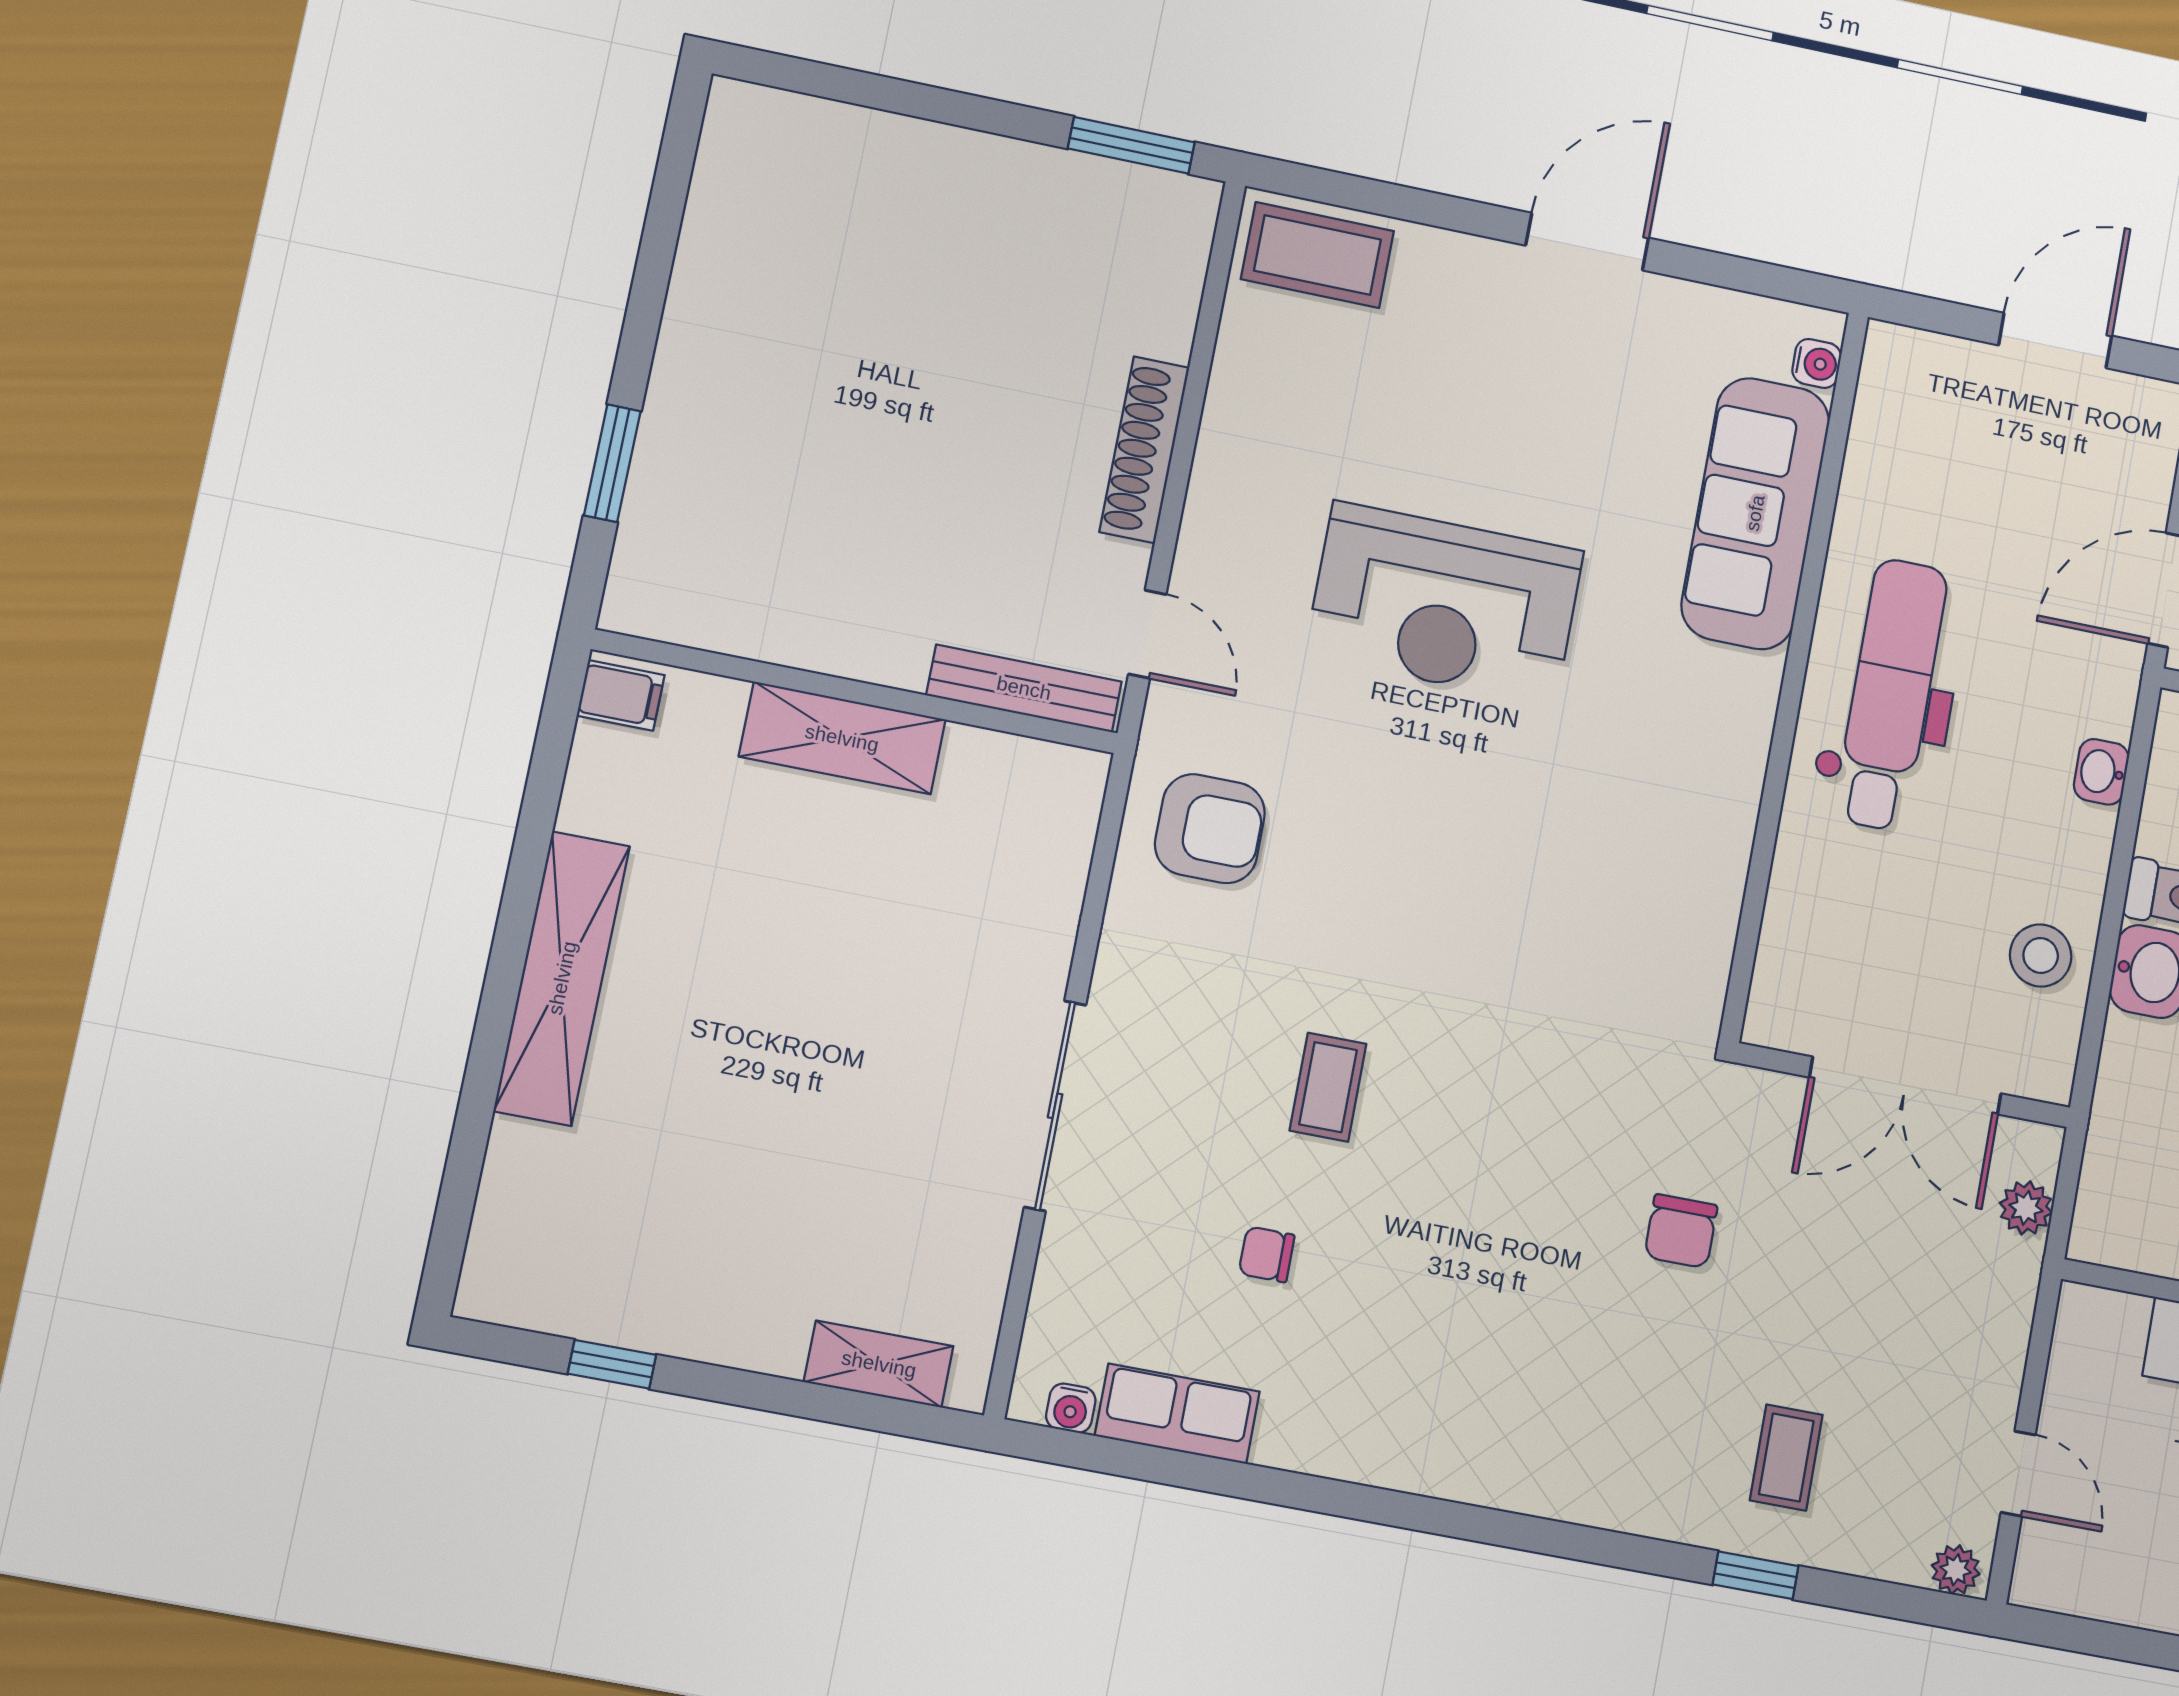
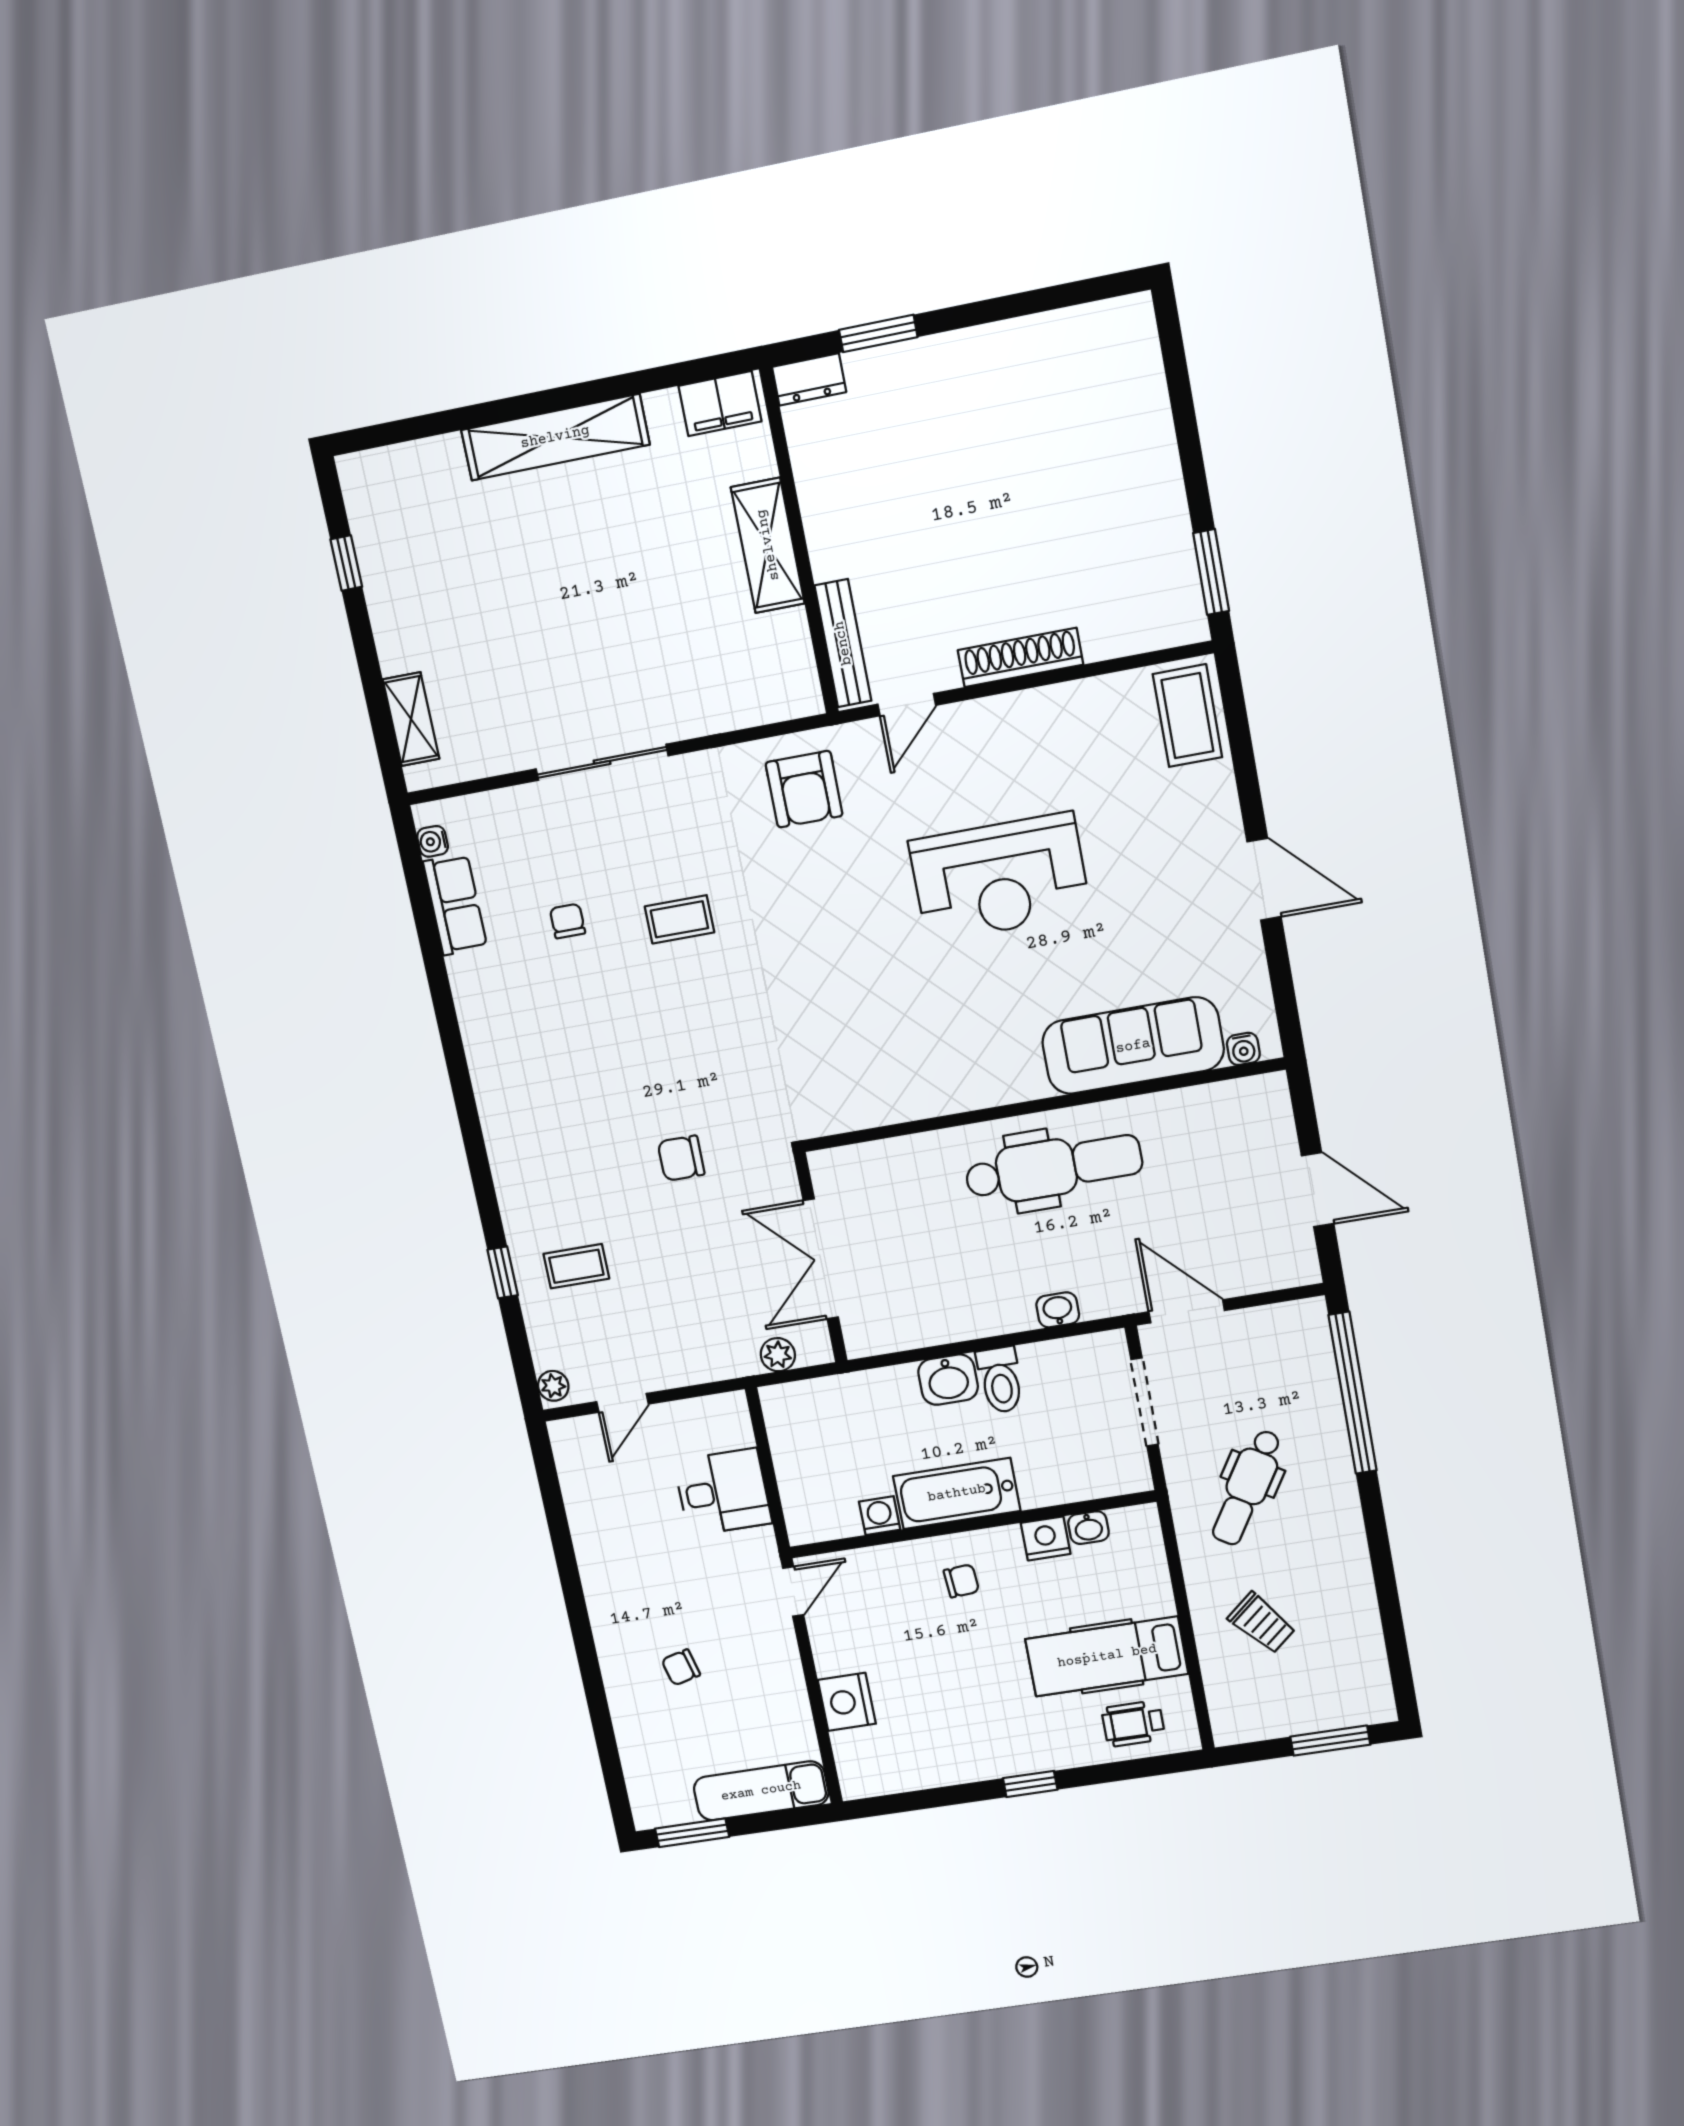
dresser: (635, 585) -> (809, 379), added
reception desk: (1444, 603) -> (1000, 878), turned -90
filing cabinet: (621, 695) -> (720, 404), width x2.00
stool: (2041, 956) -> (931, 1312), removed

